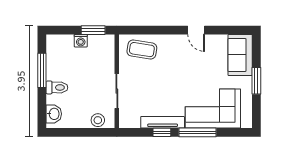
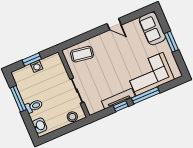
window: (93, 30) -> (32, 60), moved

